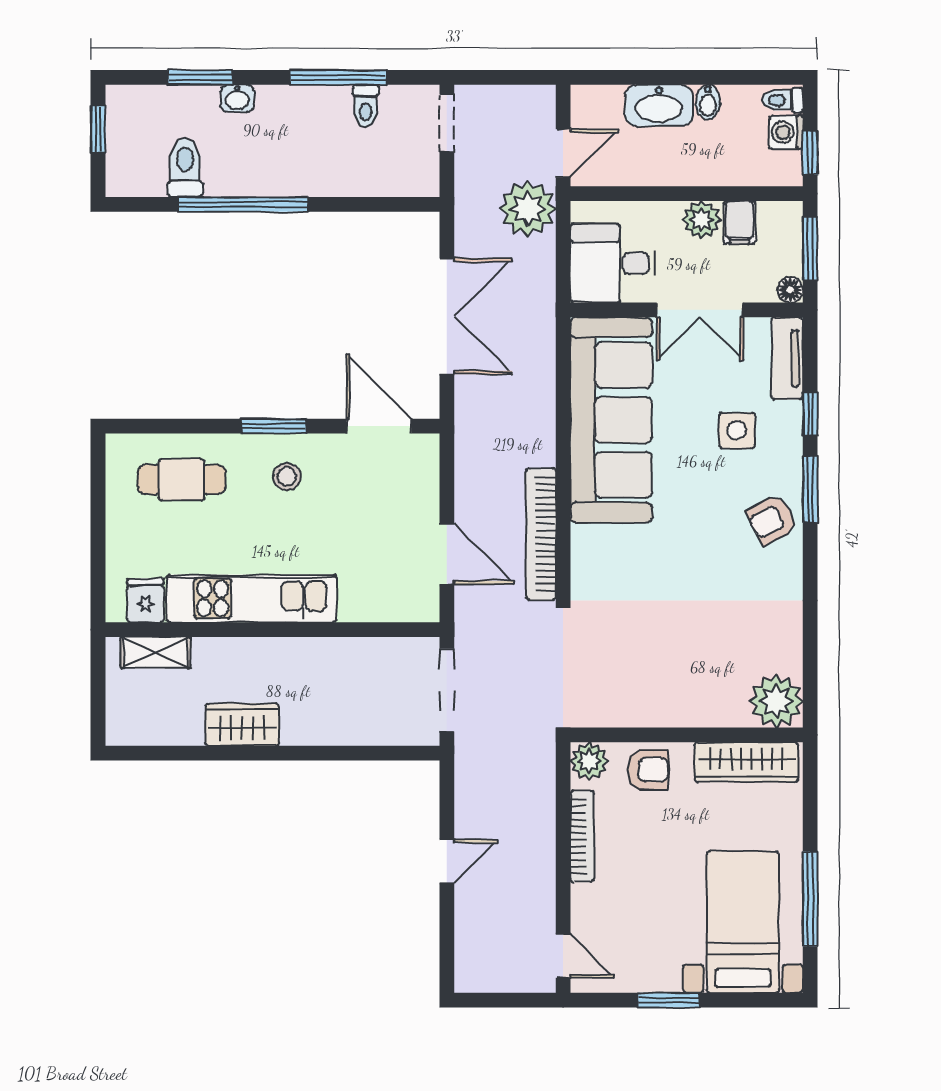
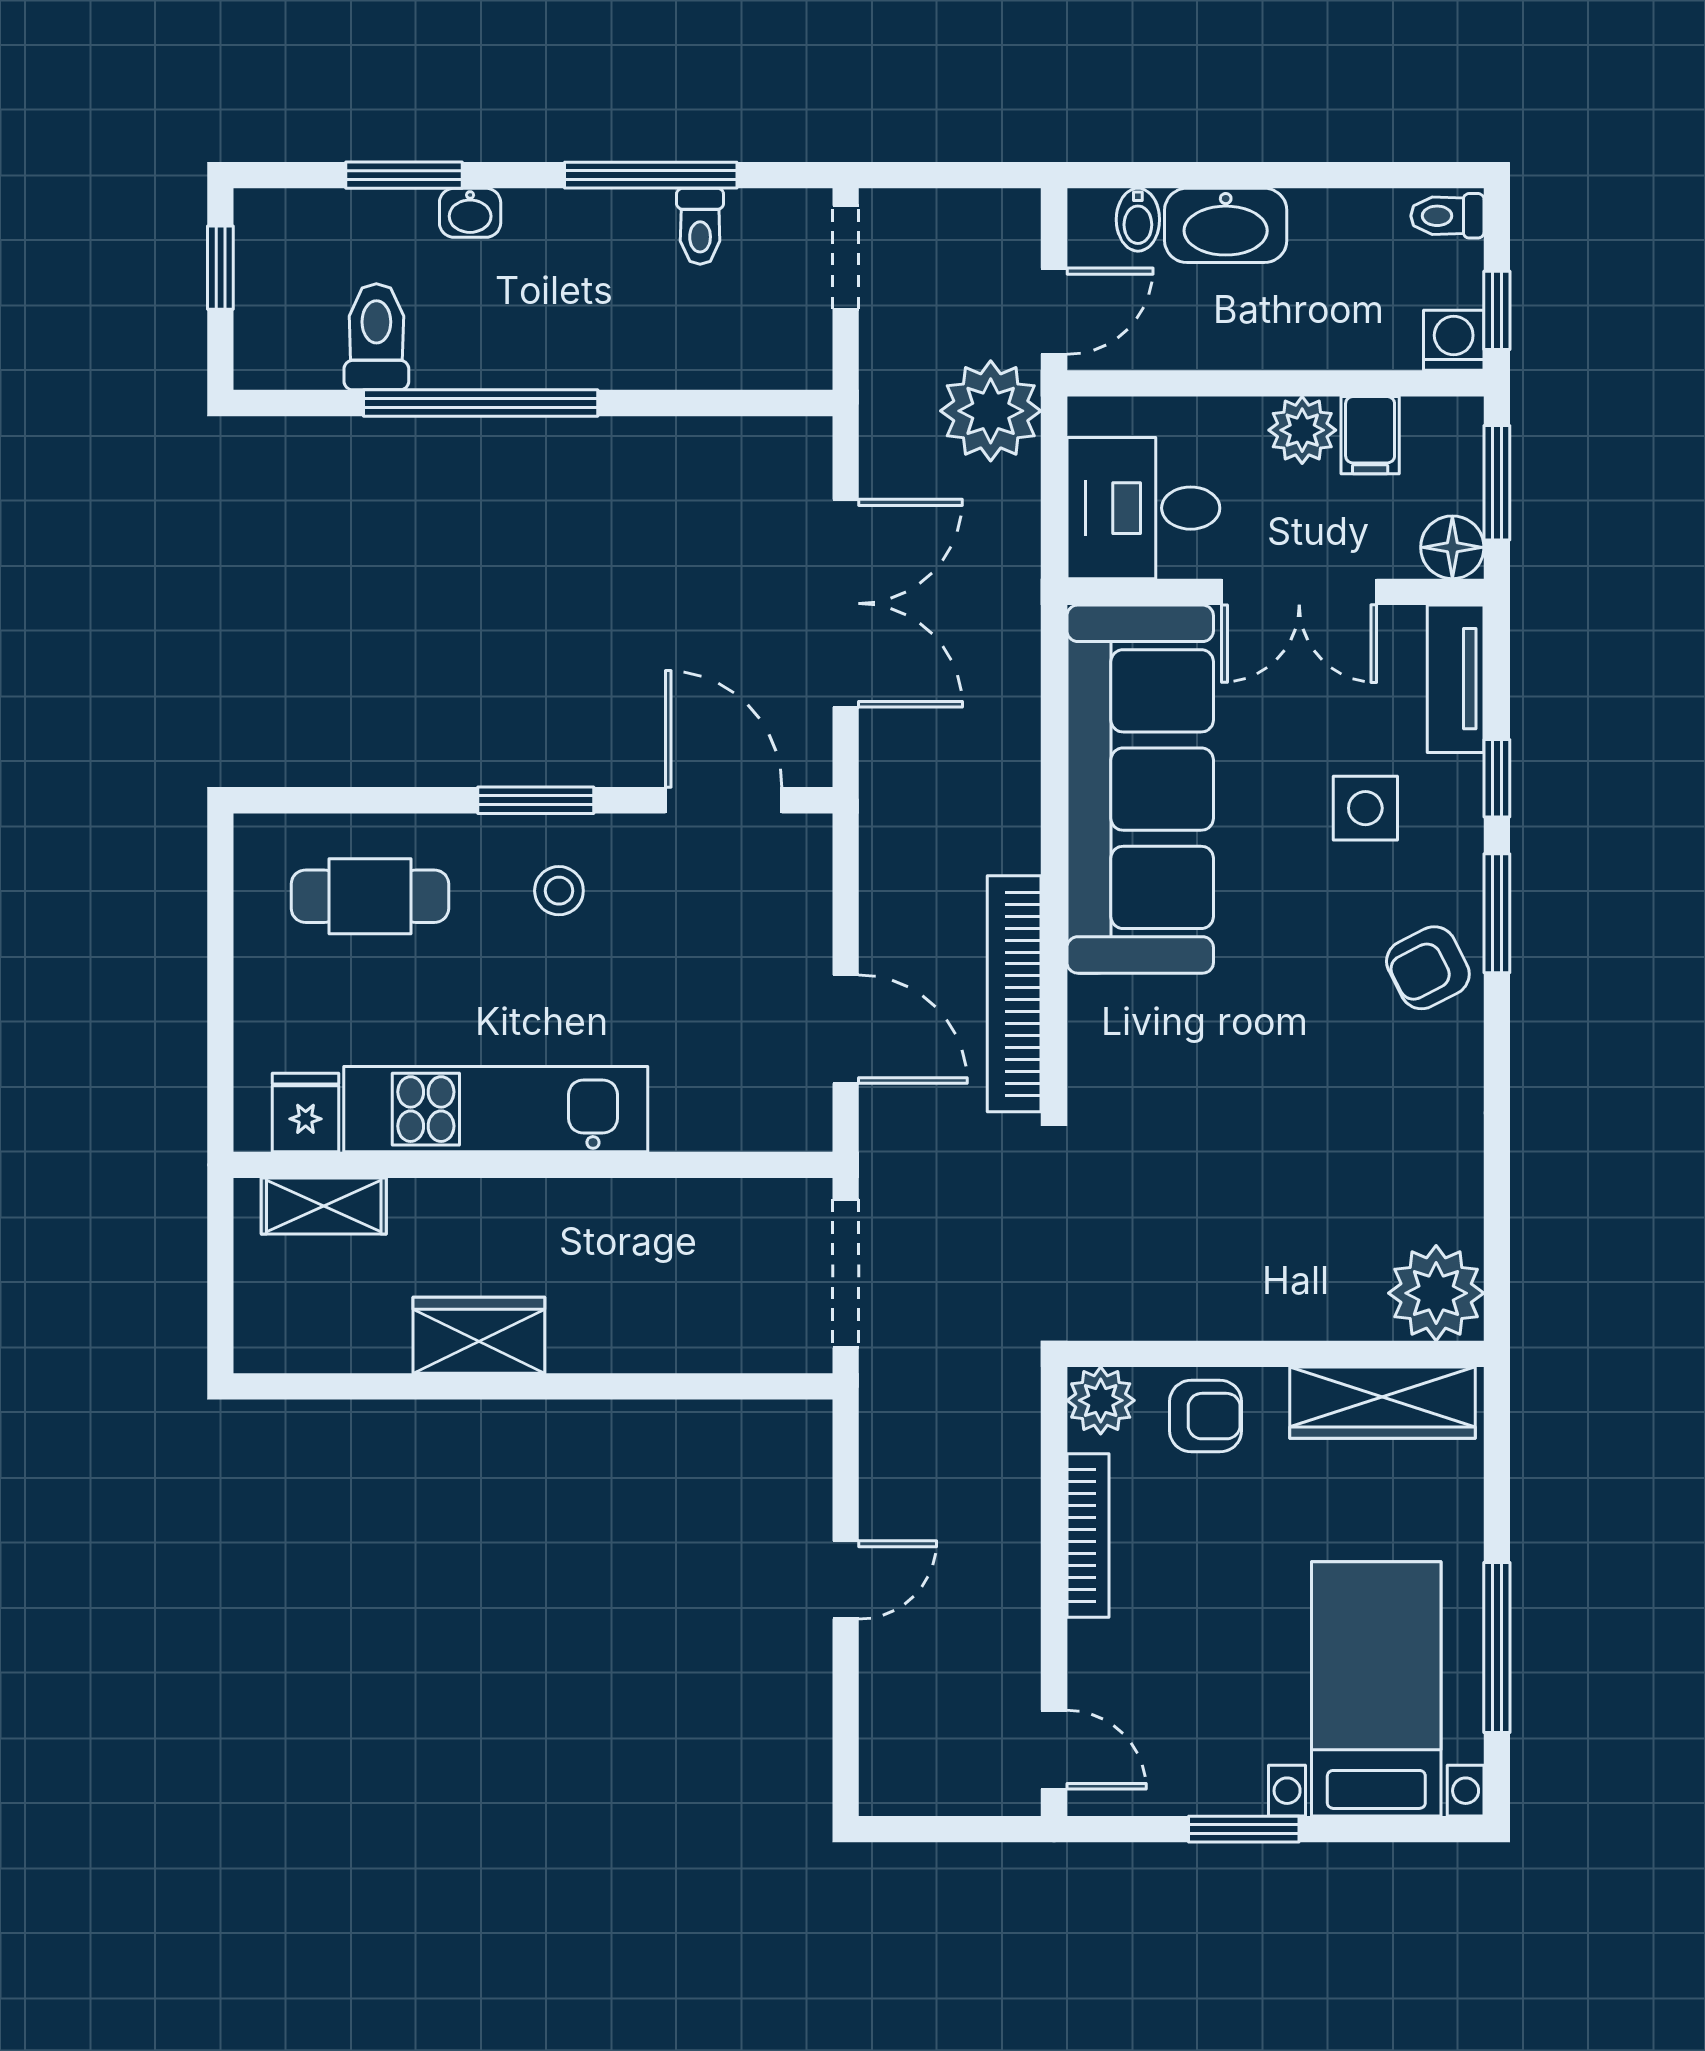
bidet: (708, 102) -> (1138, 220), moved
washing machine: (786, 132) -> (1454, 340), moved, turned 90
floor lamp: (790, 290) -> (1452, 547), width x1.37, depth x1.37

